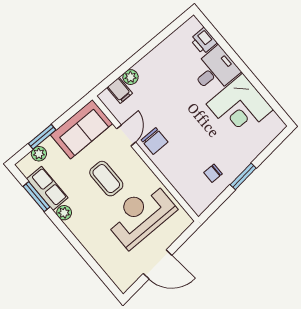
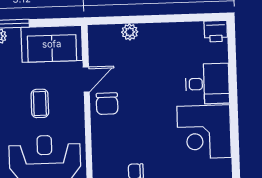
printer: (204, 41) -> (216, 31), moved, turned -90
filing cabinet: (120, 90) -> (111, 36), removed
coffee table: (106, 179) -> (40, 103), width x0.73, depth x0.77

